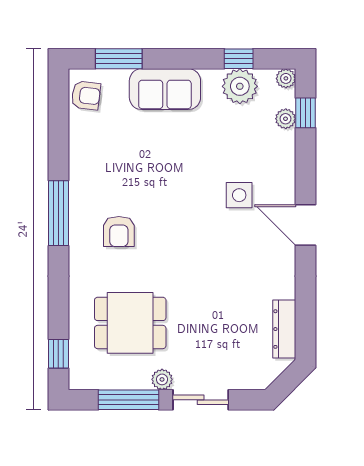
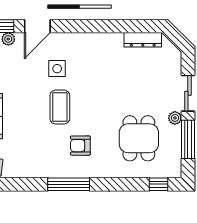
coffee table: (179, 199) -> (60, 107), added
door: (306, 225) -> (37, 26), moved
armchair: (119, 232) -> (80, 146), turned 180

